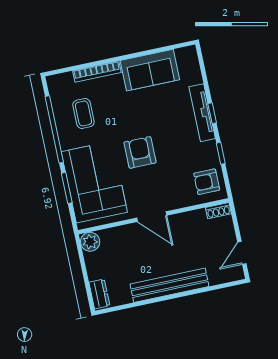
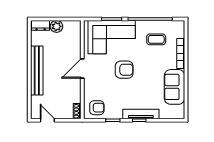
armchair: (207, 182) -> (97, 108), turned 90
plant: (90, 242) -> (57, 26), moved

